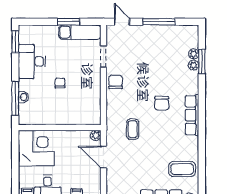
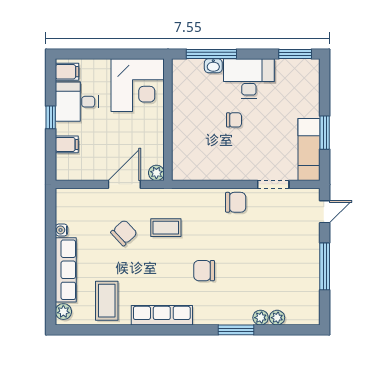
desk: (32, 61) -> (249, 79), moved
window: (202, 61) -> (236, 330), moved
row of seats: (192, 115) -> (162, 315), moved
chair: (136, 157) -> (124, 233), added

